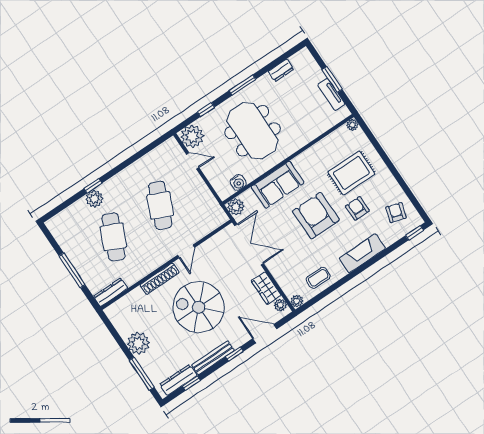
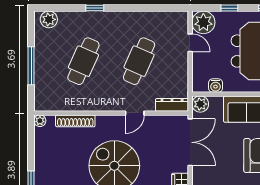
plant: (94, 199) -> (49, 19), moved
shoe rack: (159, 279) -> (75, 121), moved
dresser: (111, 292) -> (172, 105), moved
plant: (138, 343) -> (40, 121), moved, width x0.53, depth x0.53

